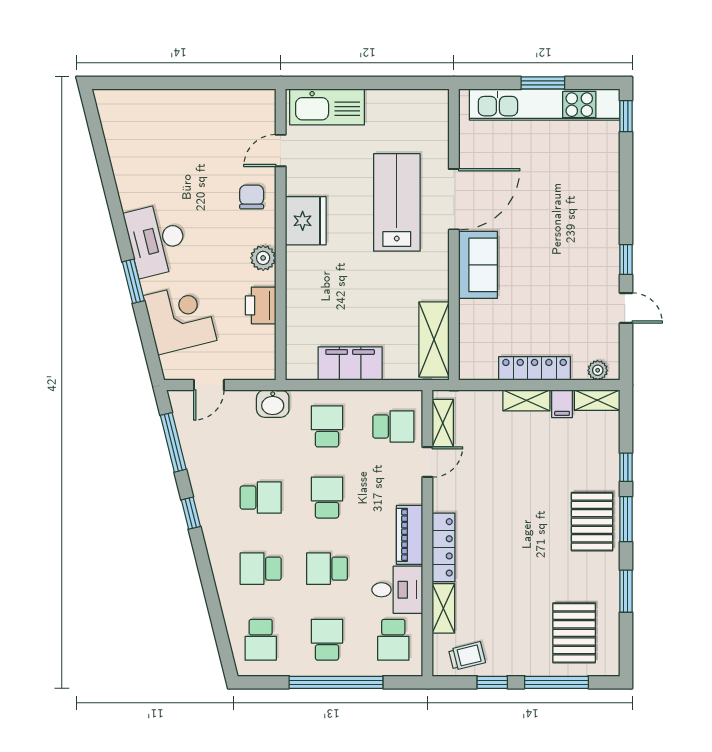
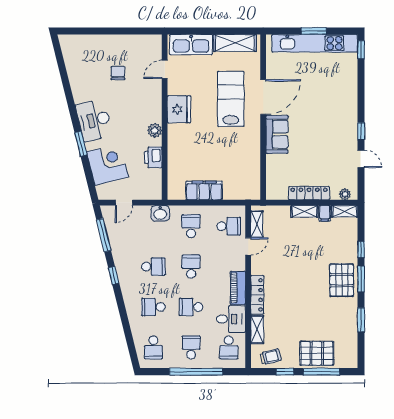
chair: (252, 197) -> (118, 73), moved
shelving: (434, 339) -> (235, 43), moved, turned 90
pallet: (574, 633) -> (317, 353), moved, turned 90

